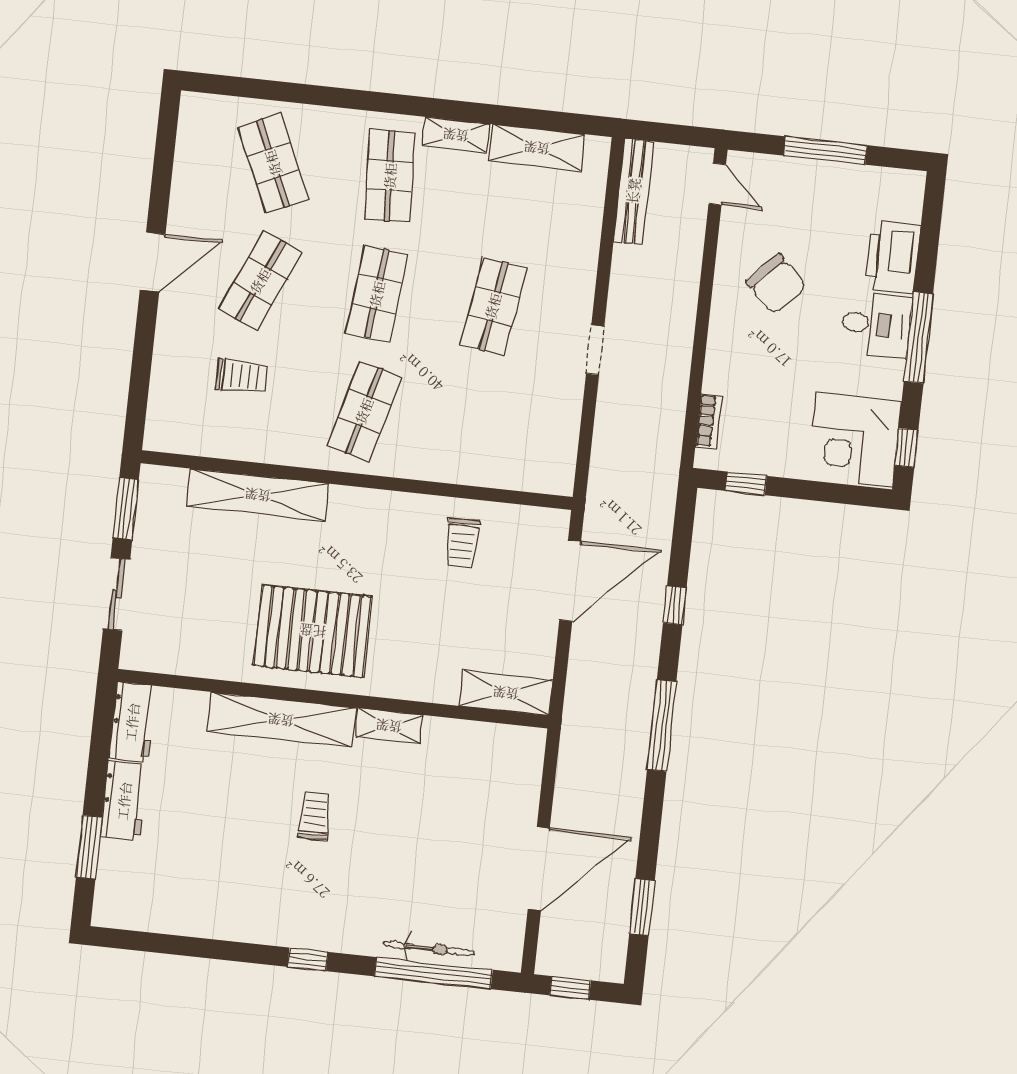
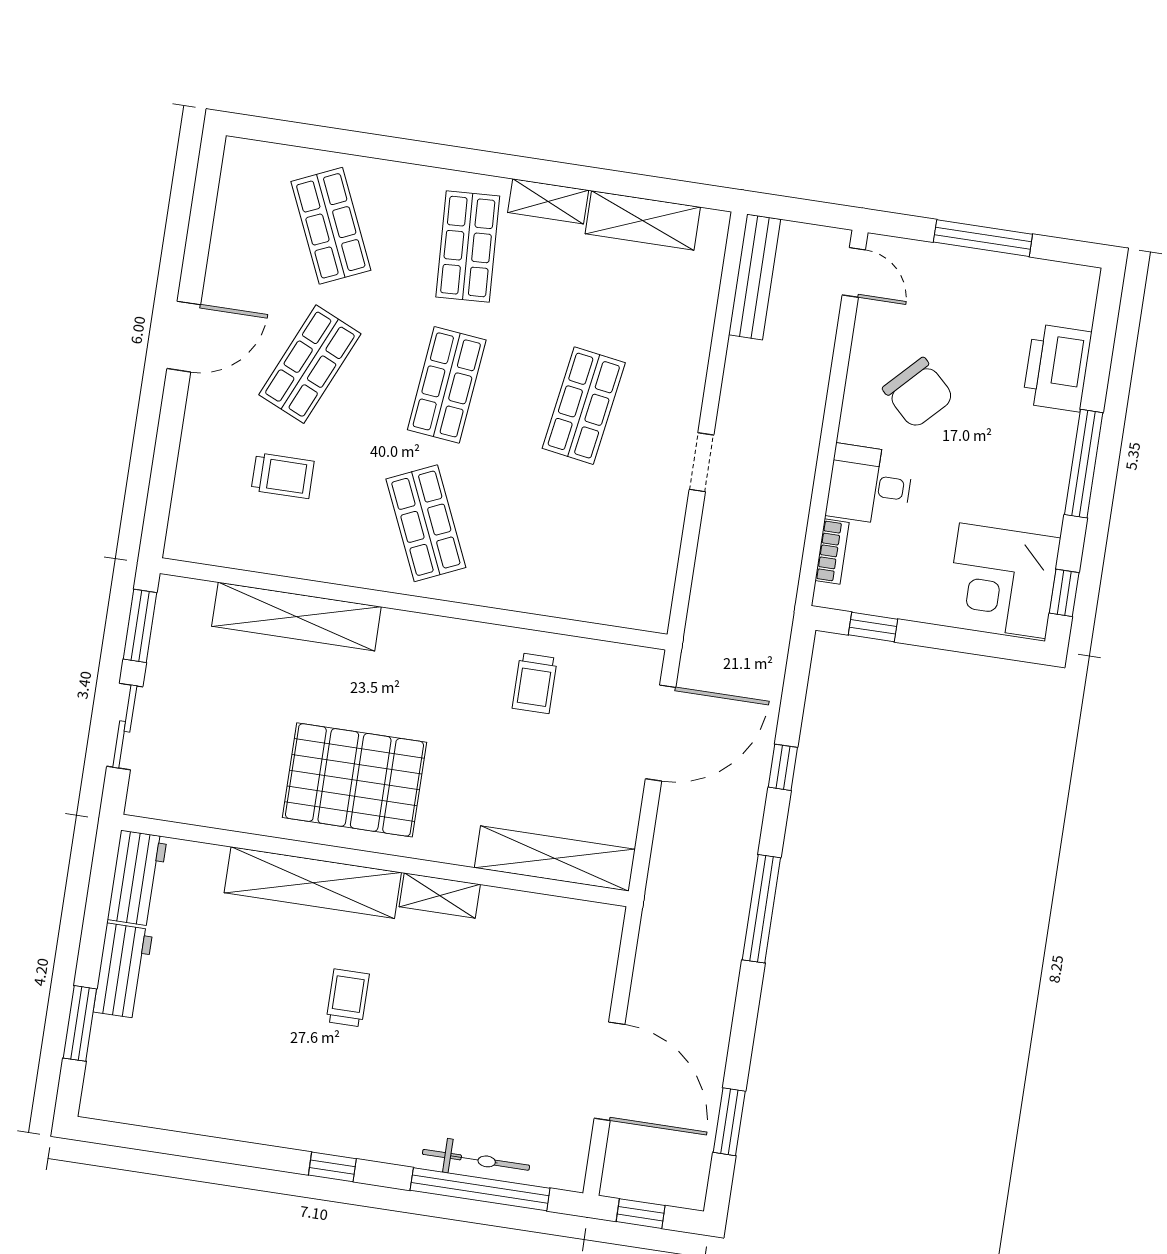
desk: (876, 324) -> (870, 485), moved, turned 180
shop shelf: (364, 411) -> (426, 523), turned -39
shelving: (506, 693) -> (555, 858), width x1.47
door: (539, 869) -> (609, 1071), hinge flipped

